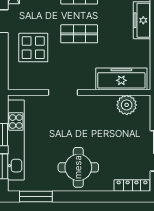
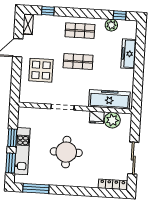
fridge: (107, 103) -> (97, 117), added
kitchen unit: (16, 140) -> (22, 151), width x0.73
round table: (78, 167) -> (66, 152), moved

